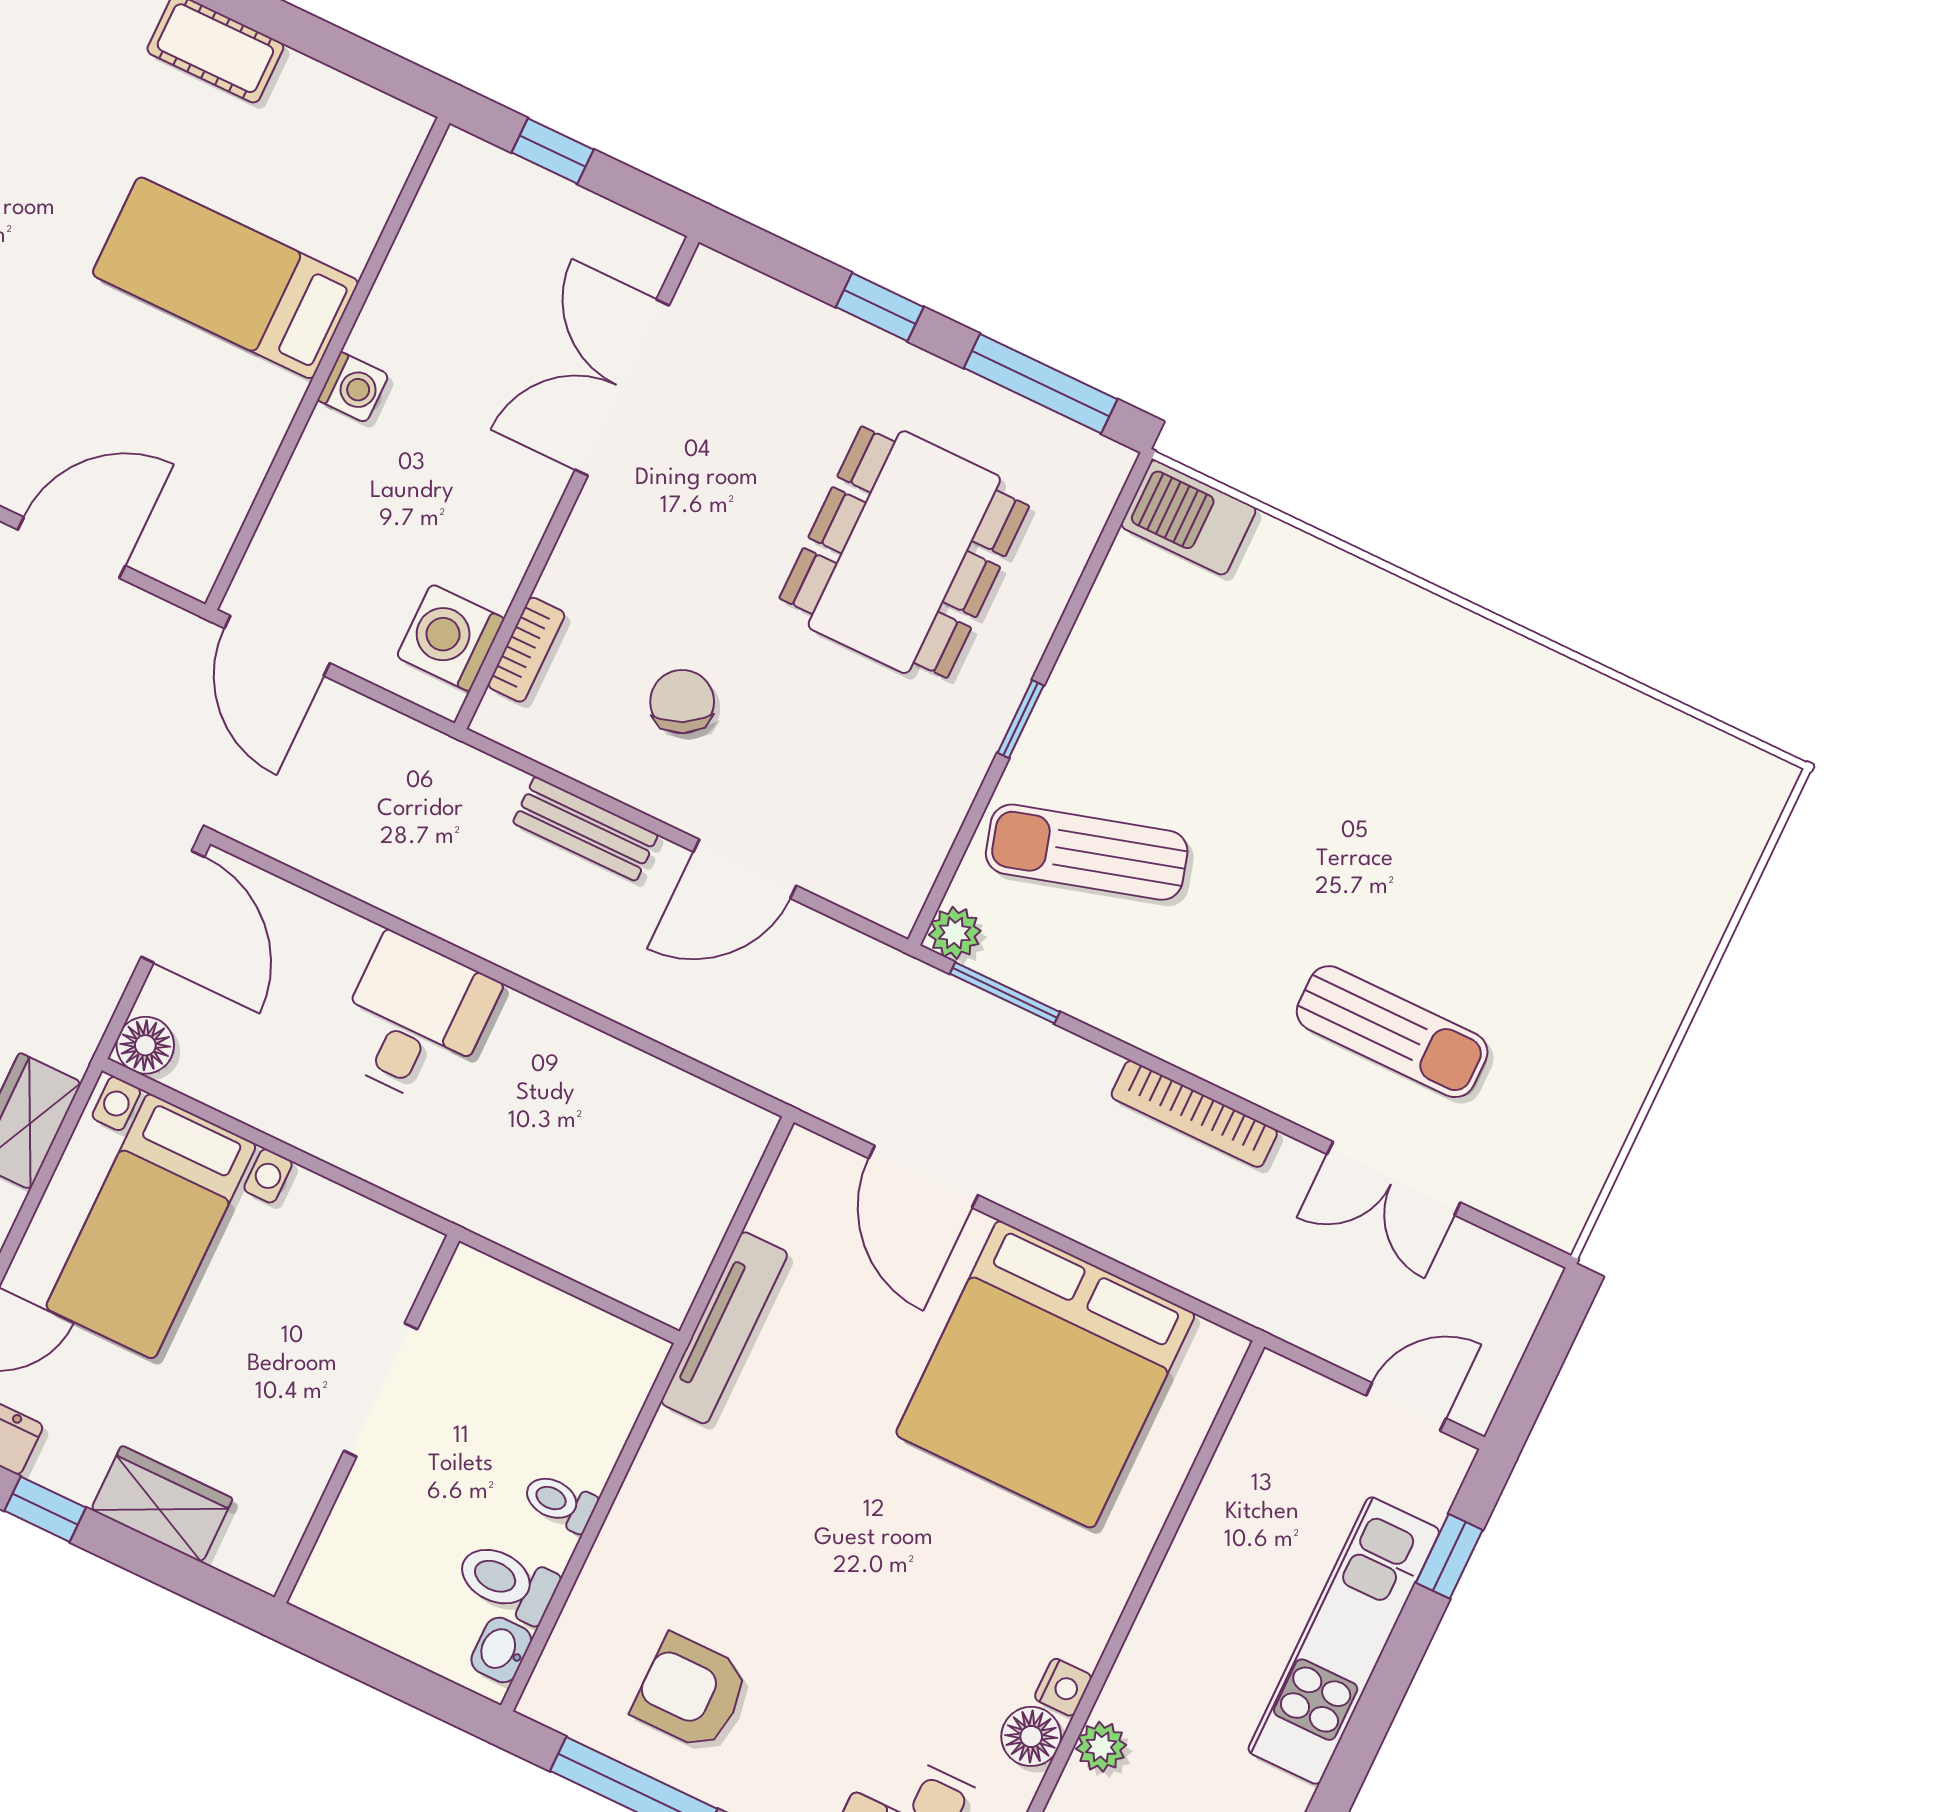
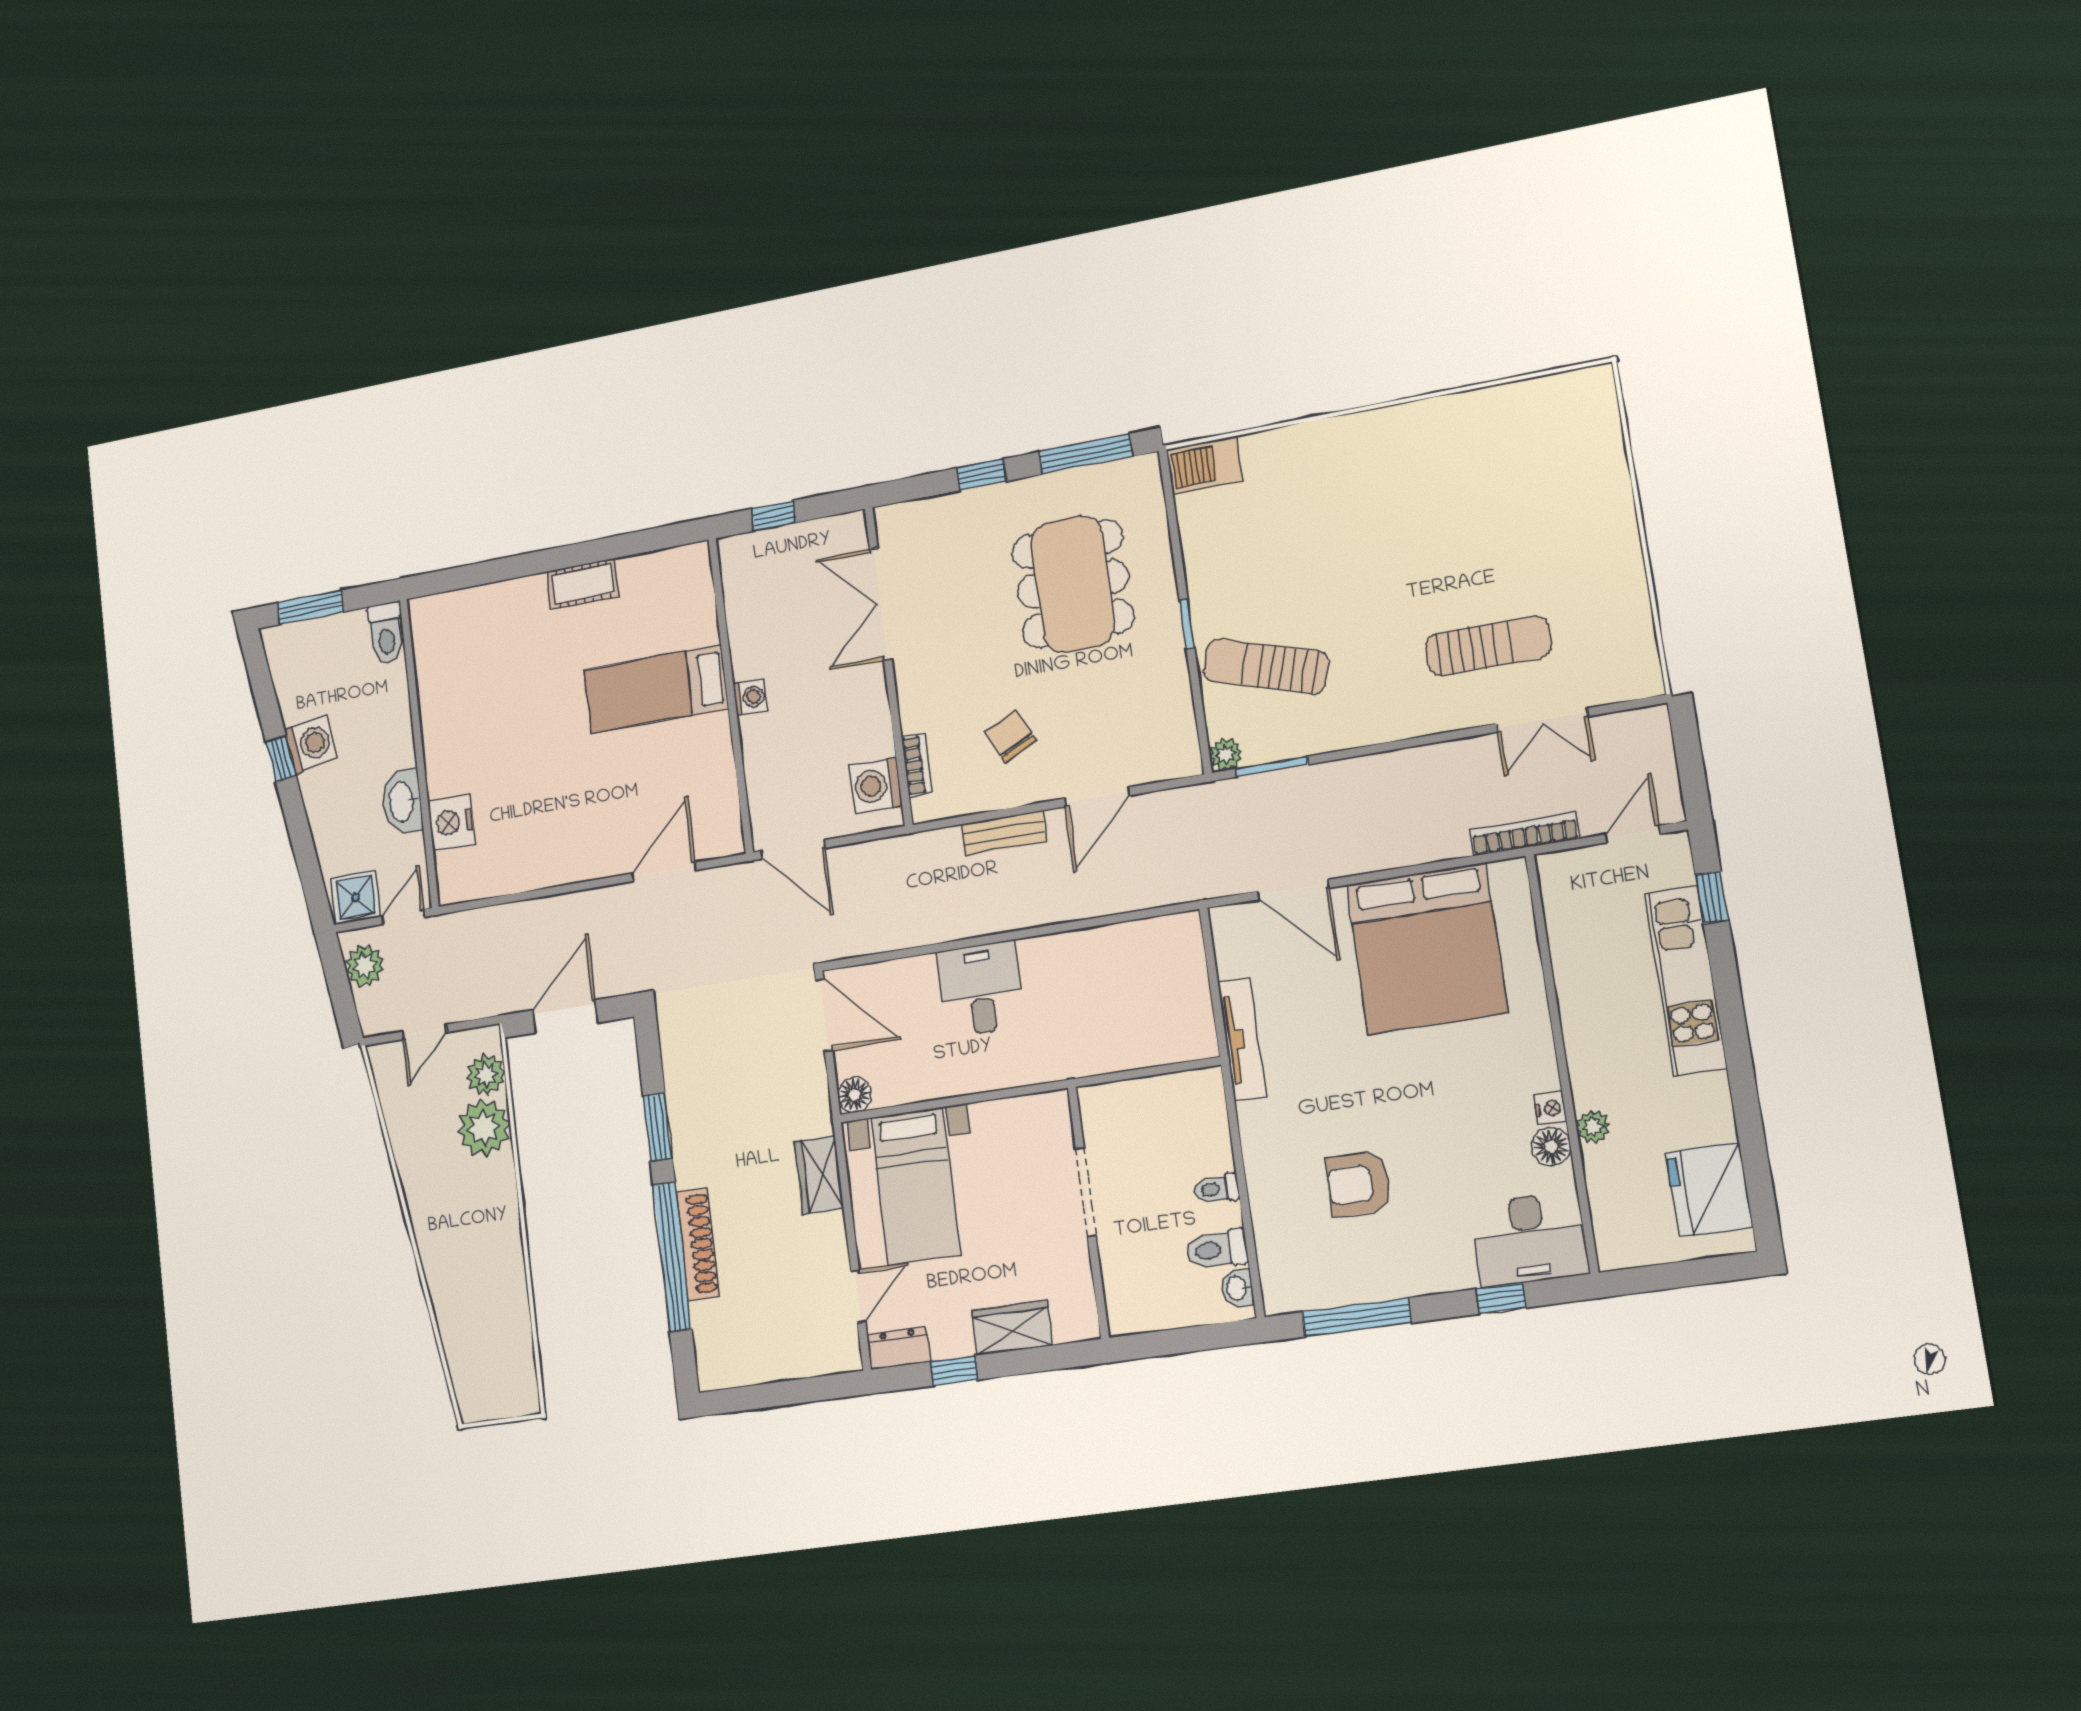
sun lounger: (1087, 852) -> (1266, 667), turned 33
bookcase: (1194, 1114) -> (1525, 834), moved, turned 180
armchair: (691, 1692) -> (1358, 1184), moved

